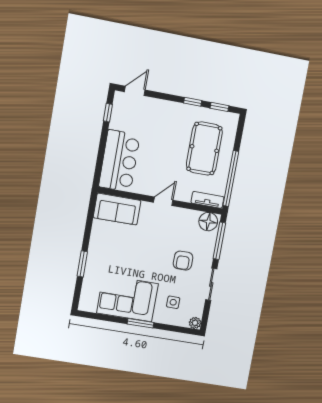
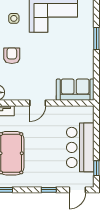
window: (193, 102) -> (49, 190), moved
bar counter: (119, 161) -> (80, 147), moved

